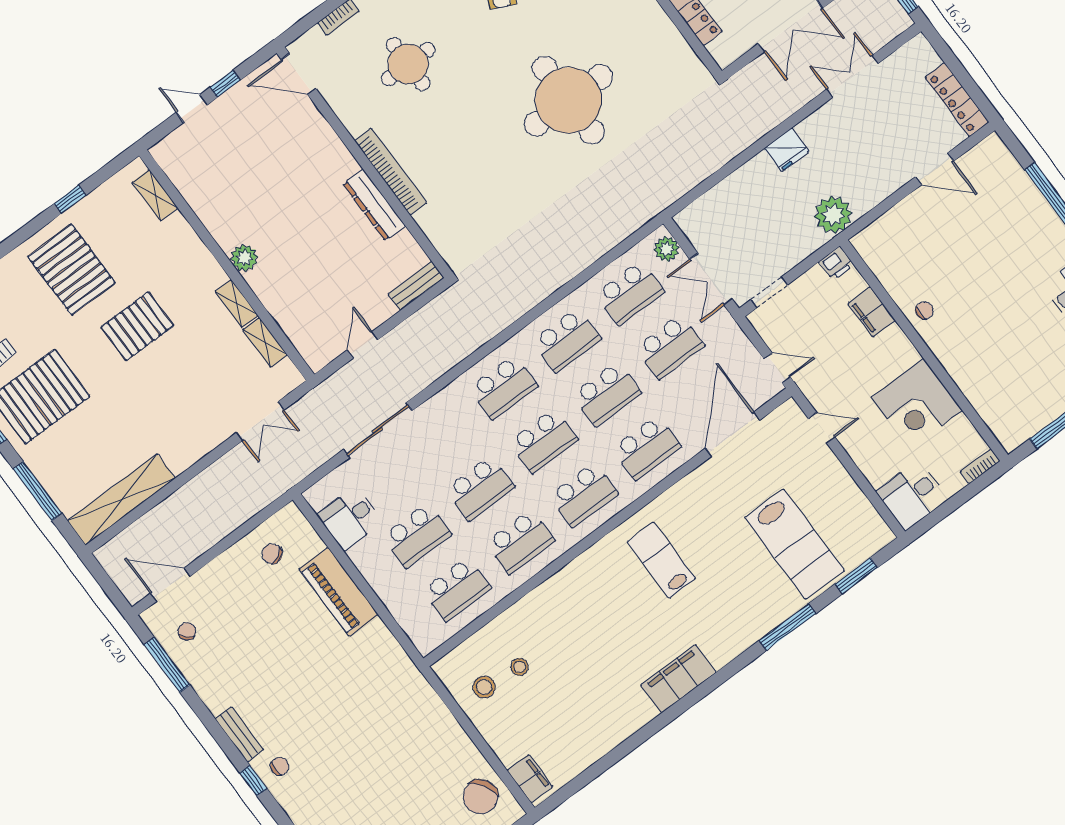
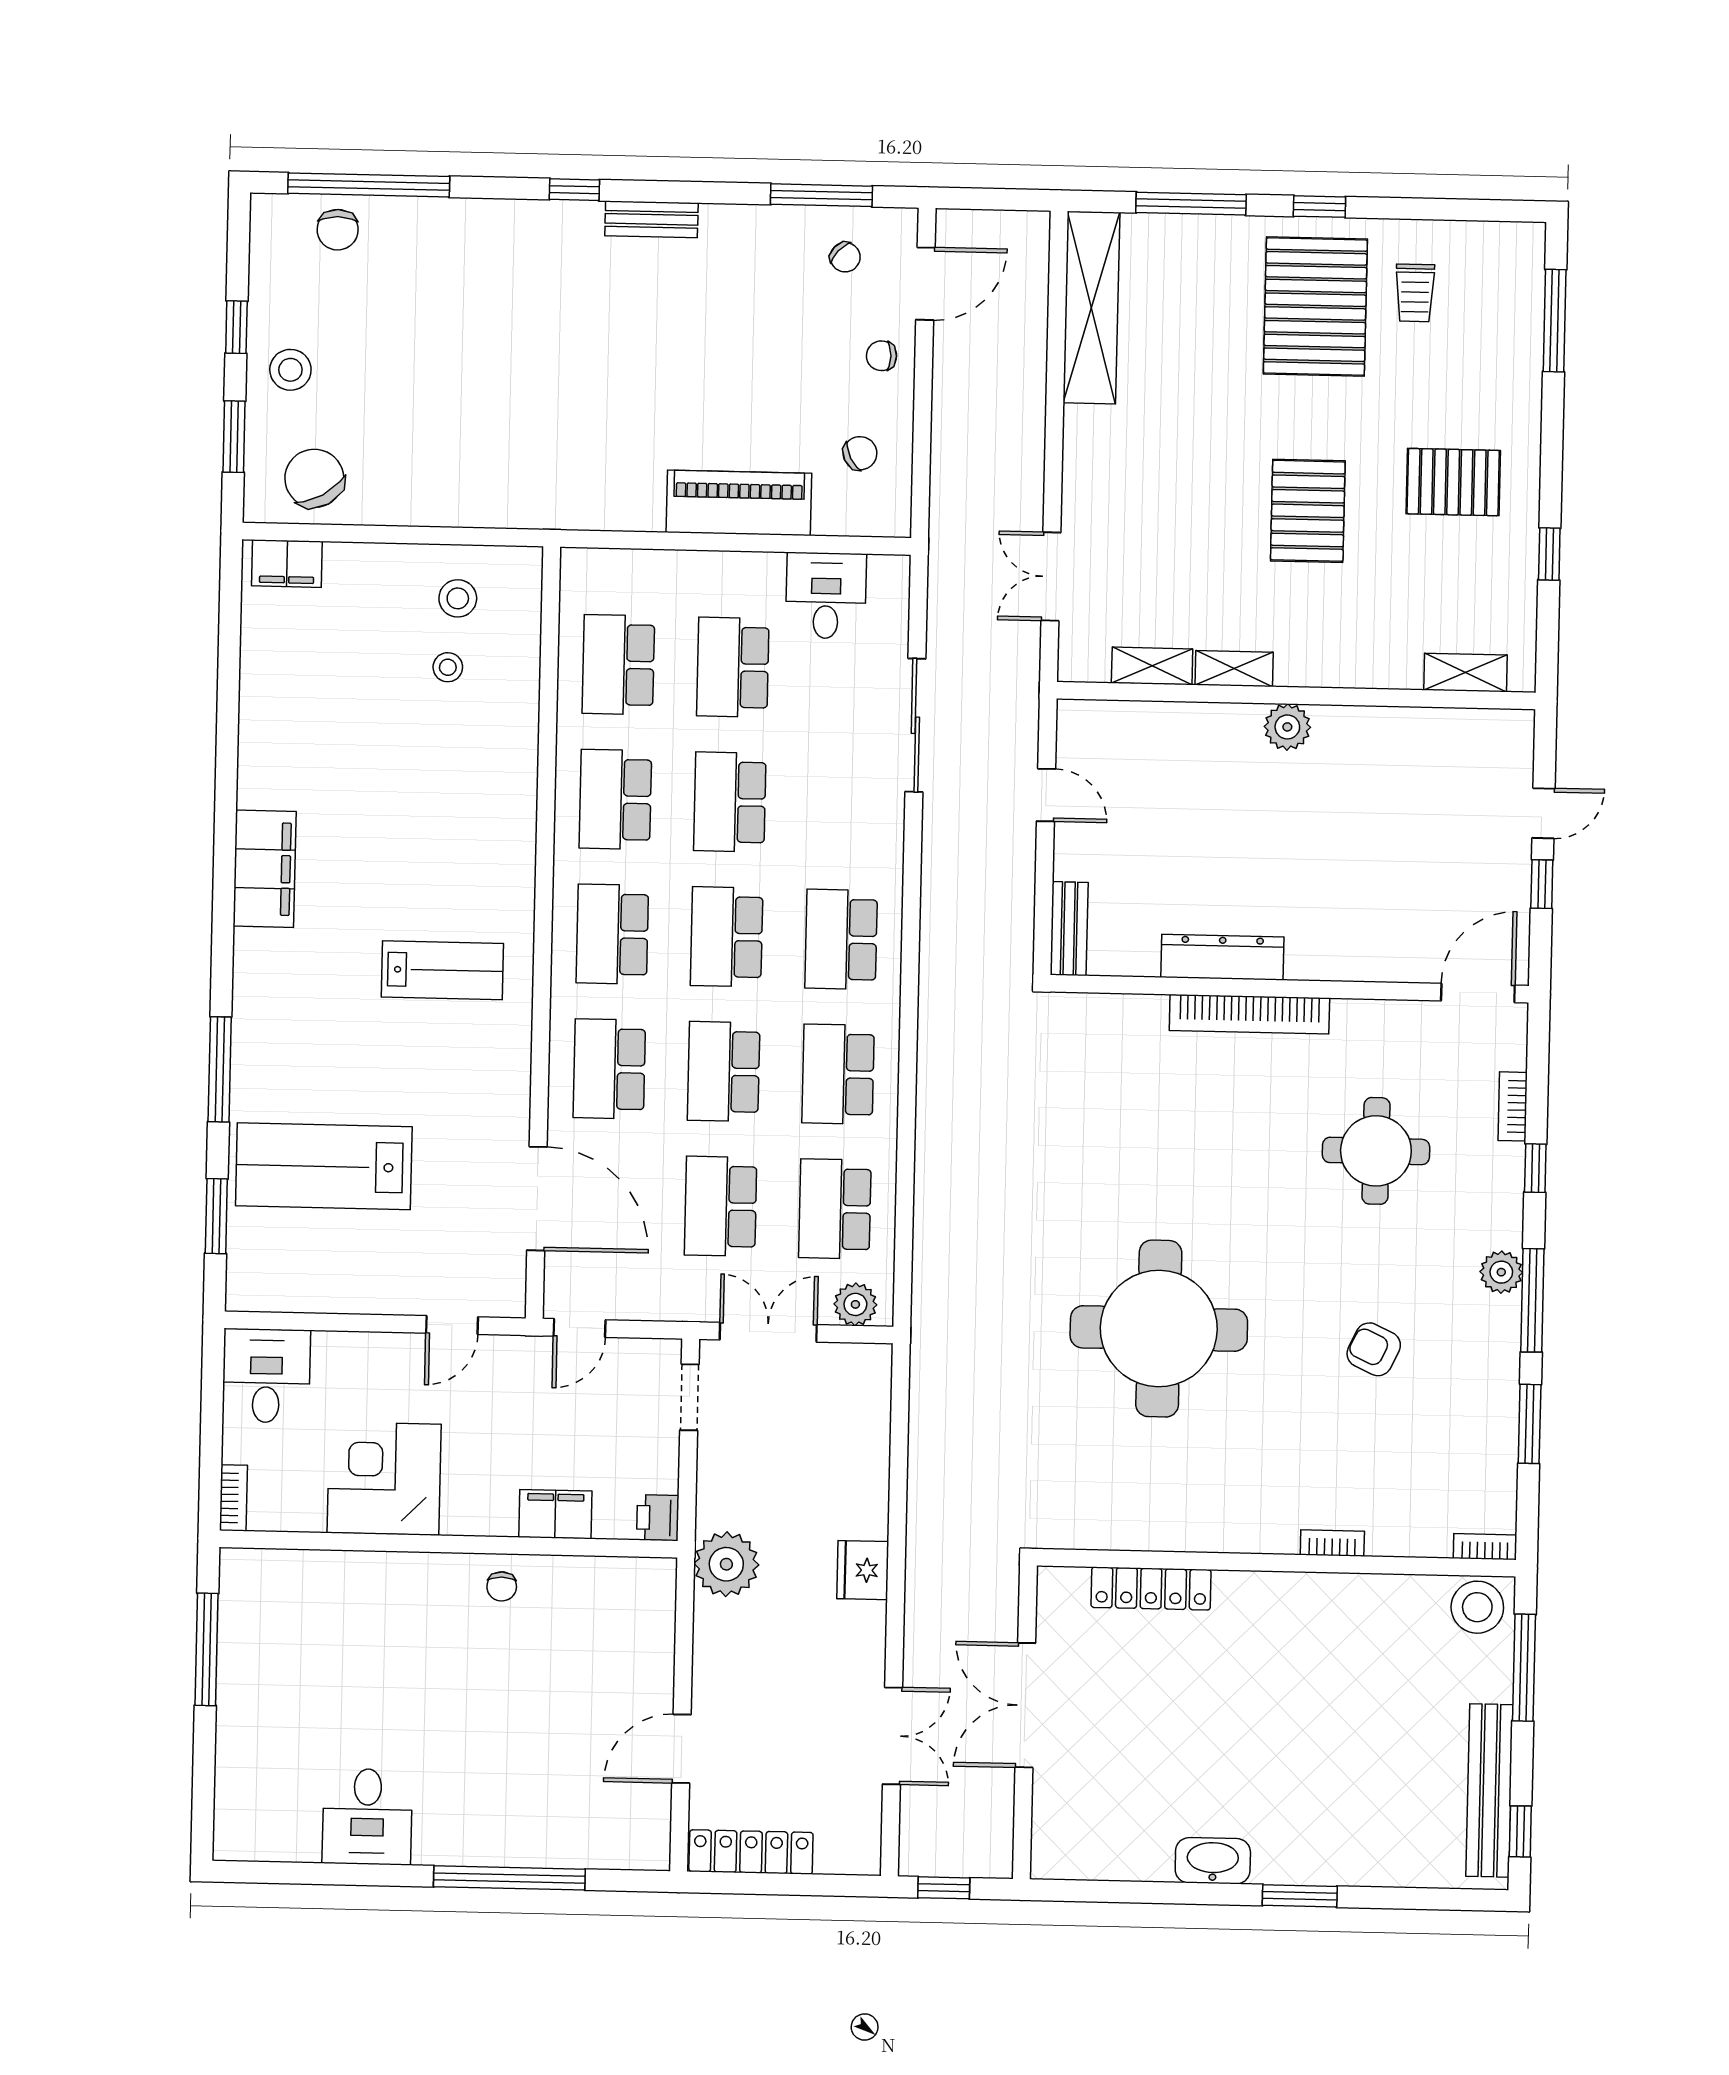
pallet: (72, 270) -> (1453, 482), width x0.73, depth x0.71
chair: (280, 766) -> (881, 356), moved, turned 90

